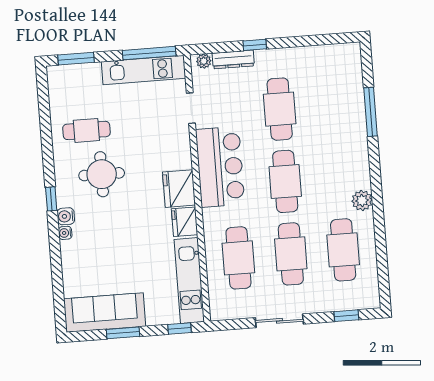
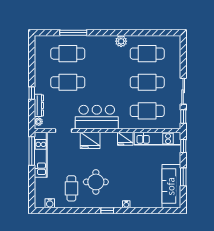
window: (76, 59) -> (32, 191), removed
cafe table: (285, 181) -> (68, 54), moved
fridge: (179, 189) -> (90, 140), moved
water cooler: (66, 216) -> (50, 203), moved
window: (346, 316) -> (183, 117), moved

